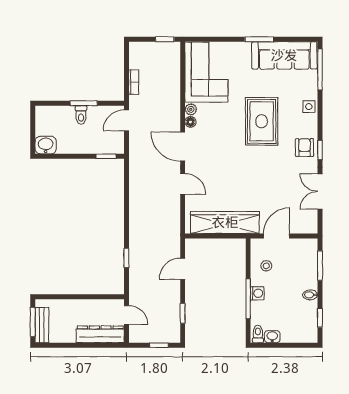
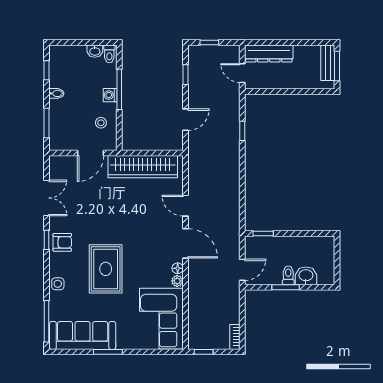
bookcase: (134, 82) -> (235, 337), moved
washbasin: (46, 145) -> (306, 276), moved, turned 180
armchair: (304, 148) -> (62, 242), turned -90

